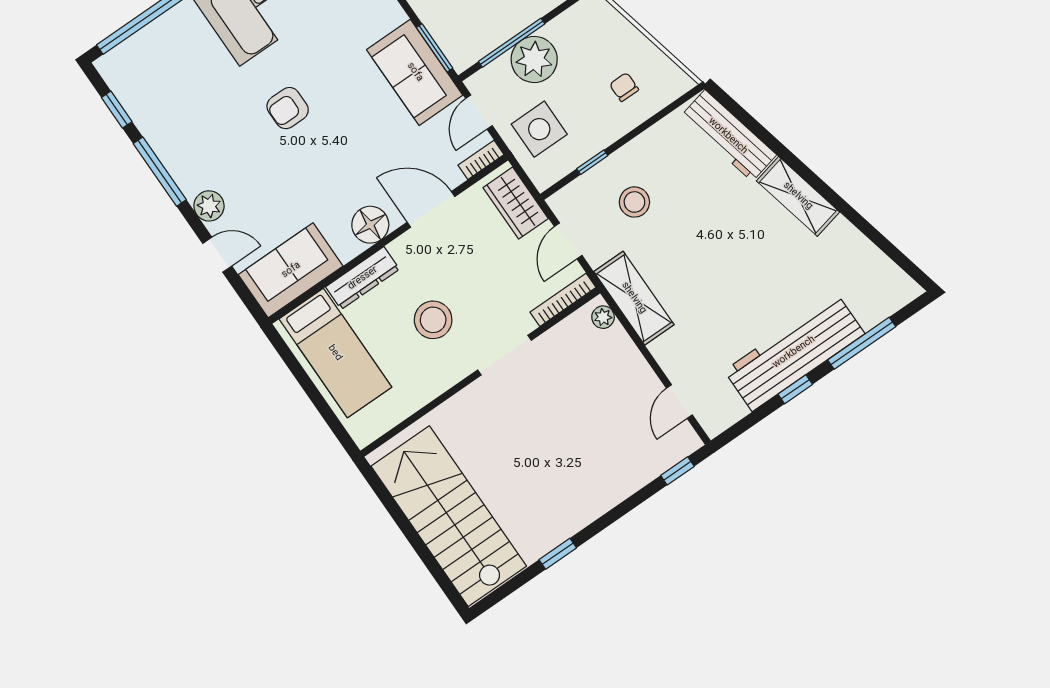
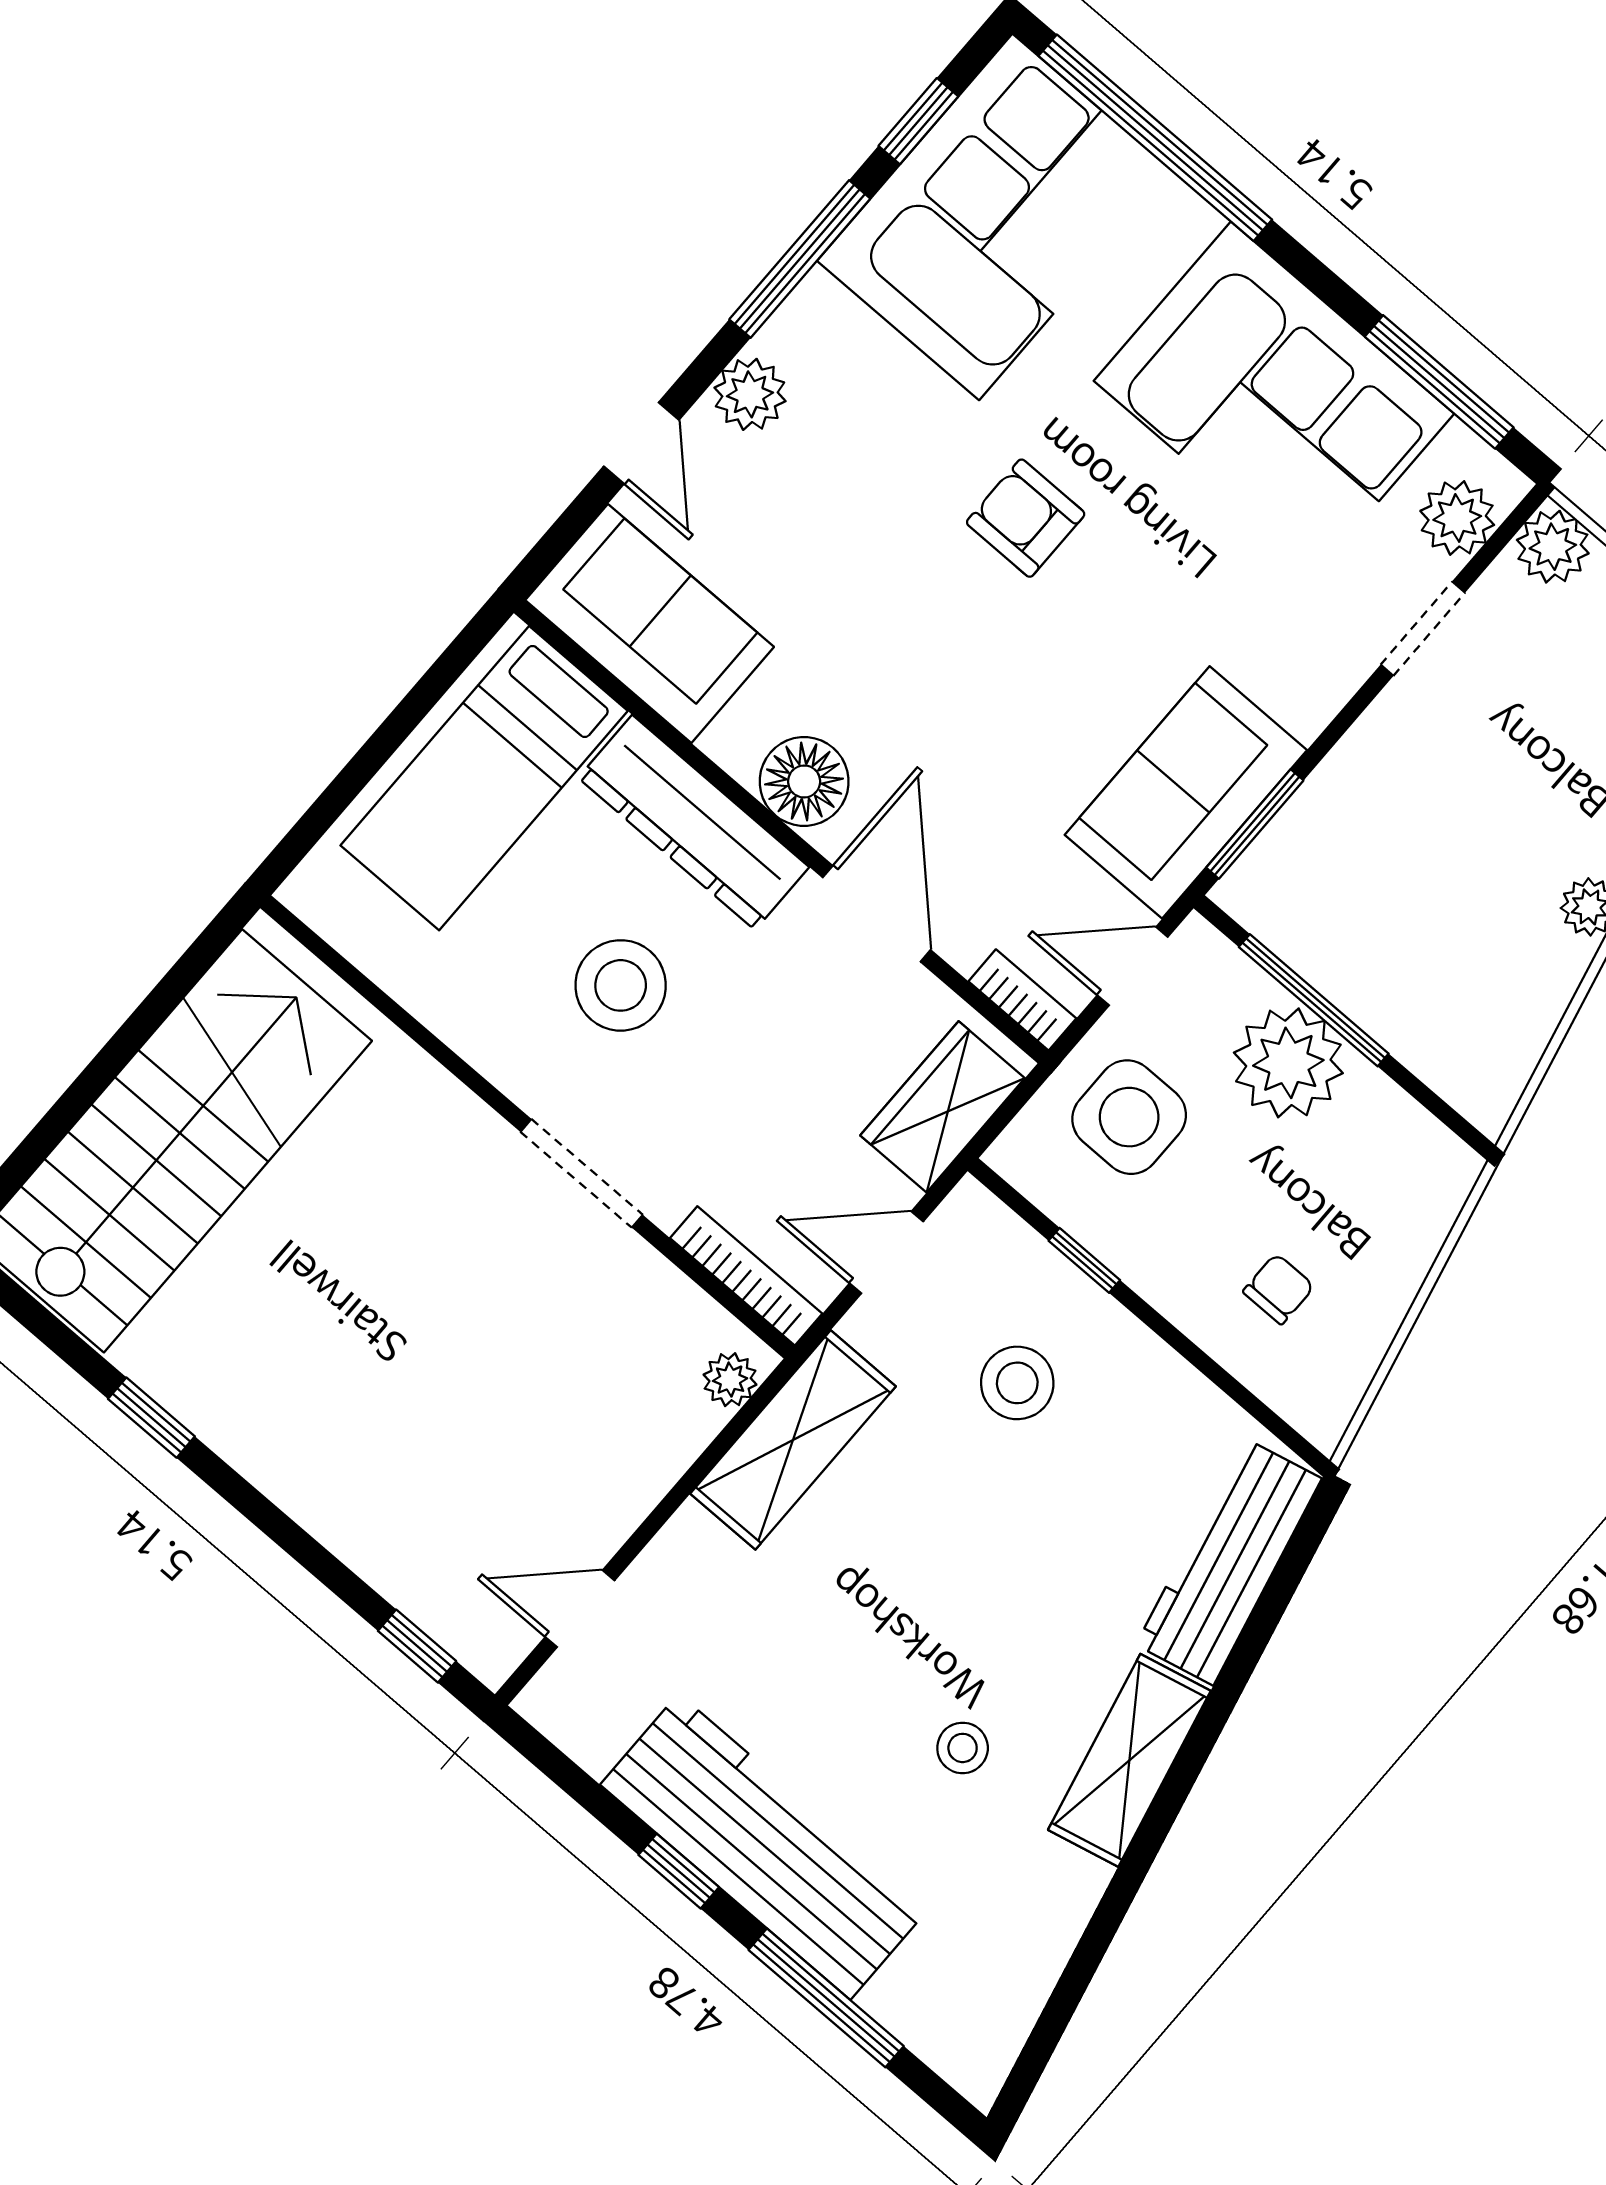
corner sofa: (163, 89) -> (996, 217), added
stool: (776, 262) -> (963, 1748), added
dresser: (363, 278) -> (694, 822), width x1.37, depth x1.24

